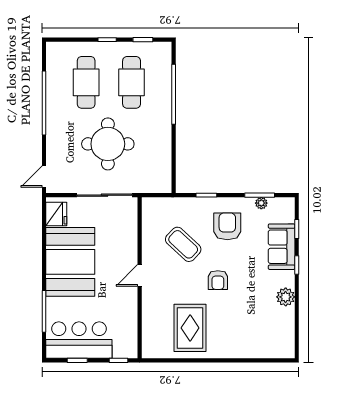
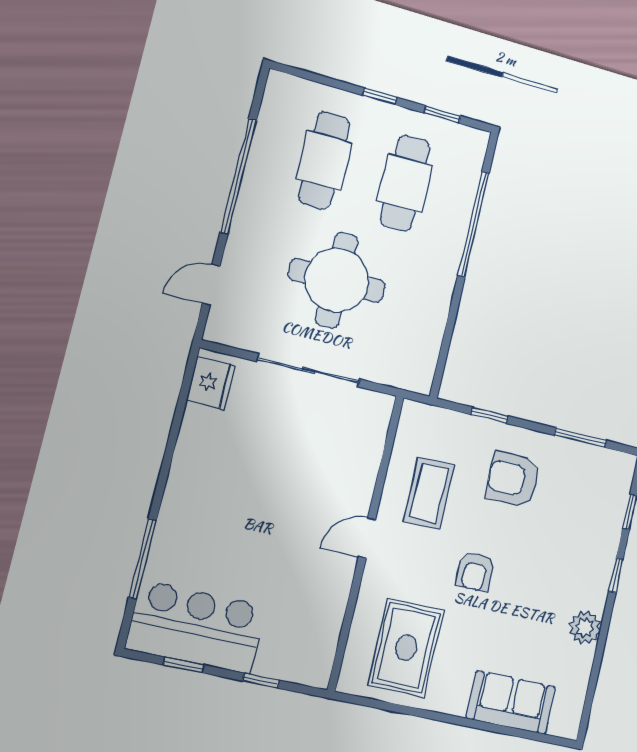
door: (44, 176) -> (211, 285), moved
plant: (261, 203) -> (580, 452), removed
armchair: (227, 226) -> (513, 479), turned -90
coffee table: (183, 244) -> (429, 493), turned 47
sofa: (282, 247) -> (511, 703), moved, turned 90
booth: (70, 262) -> (215, 477), removed
door: (140, 275) -> (367, 538), moved
wall: (140, 278) -> (366, 542), moved

